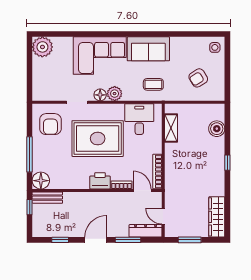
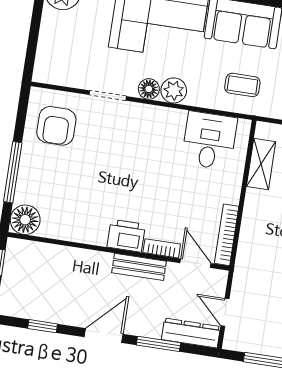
rug: (98, 139) -> (133, 163), removed
bench: (47, 198) -> (139, 267), moved

